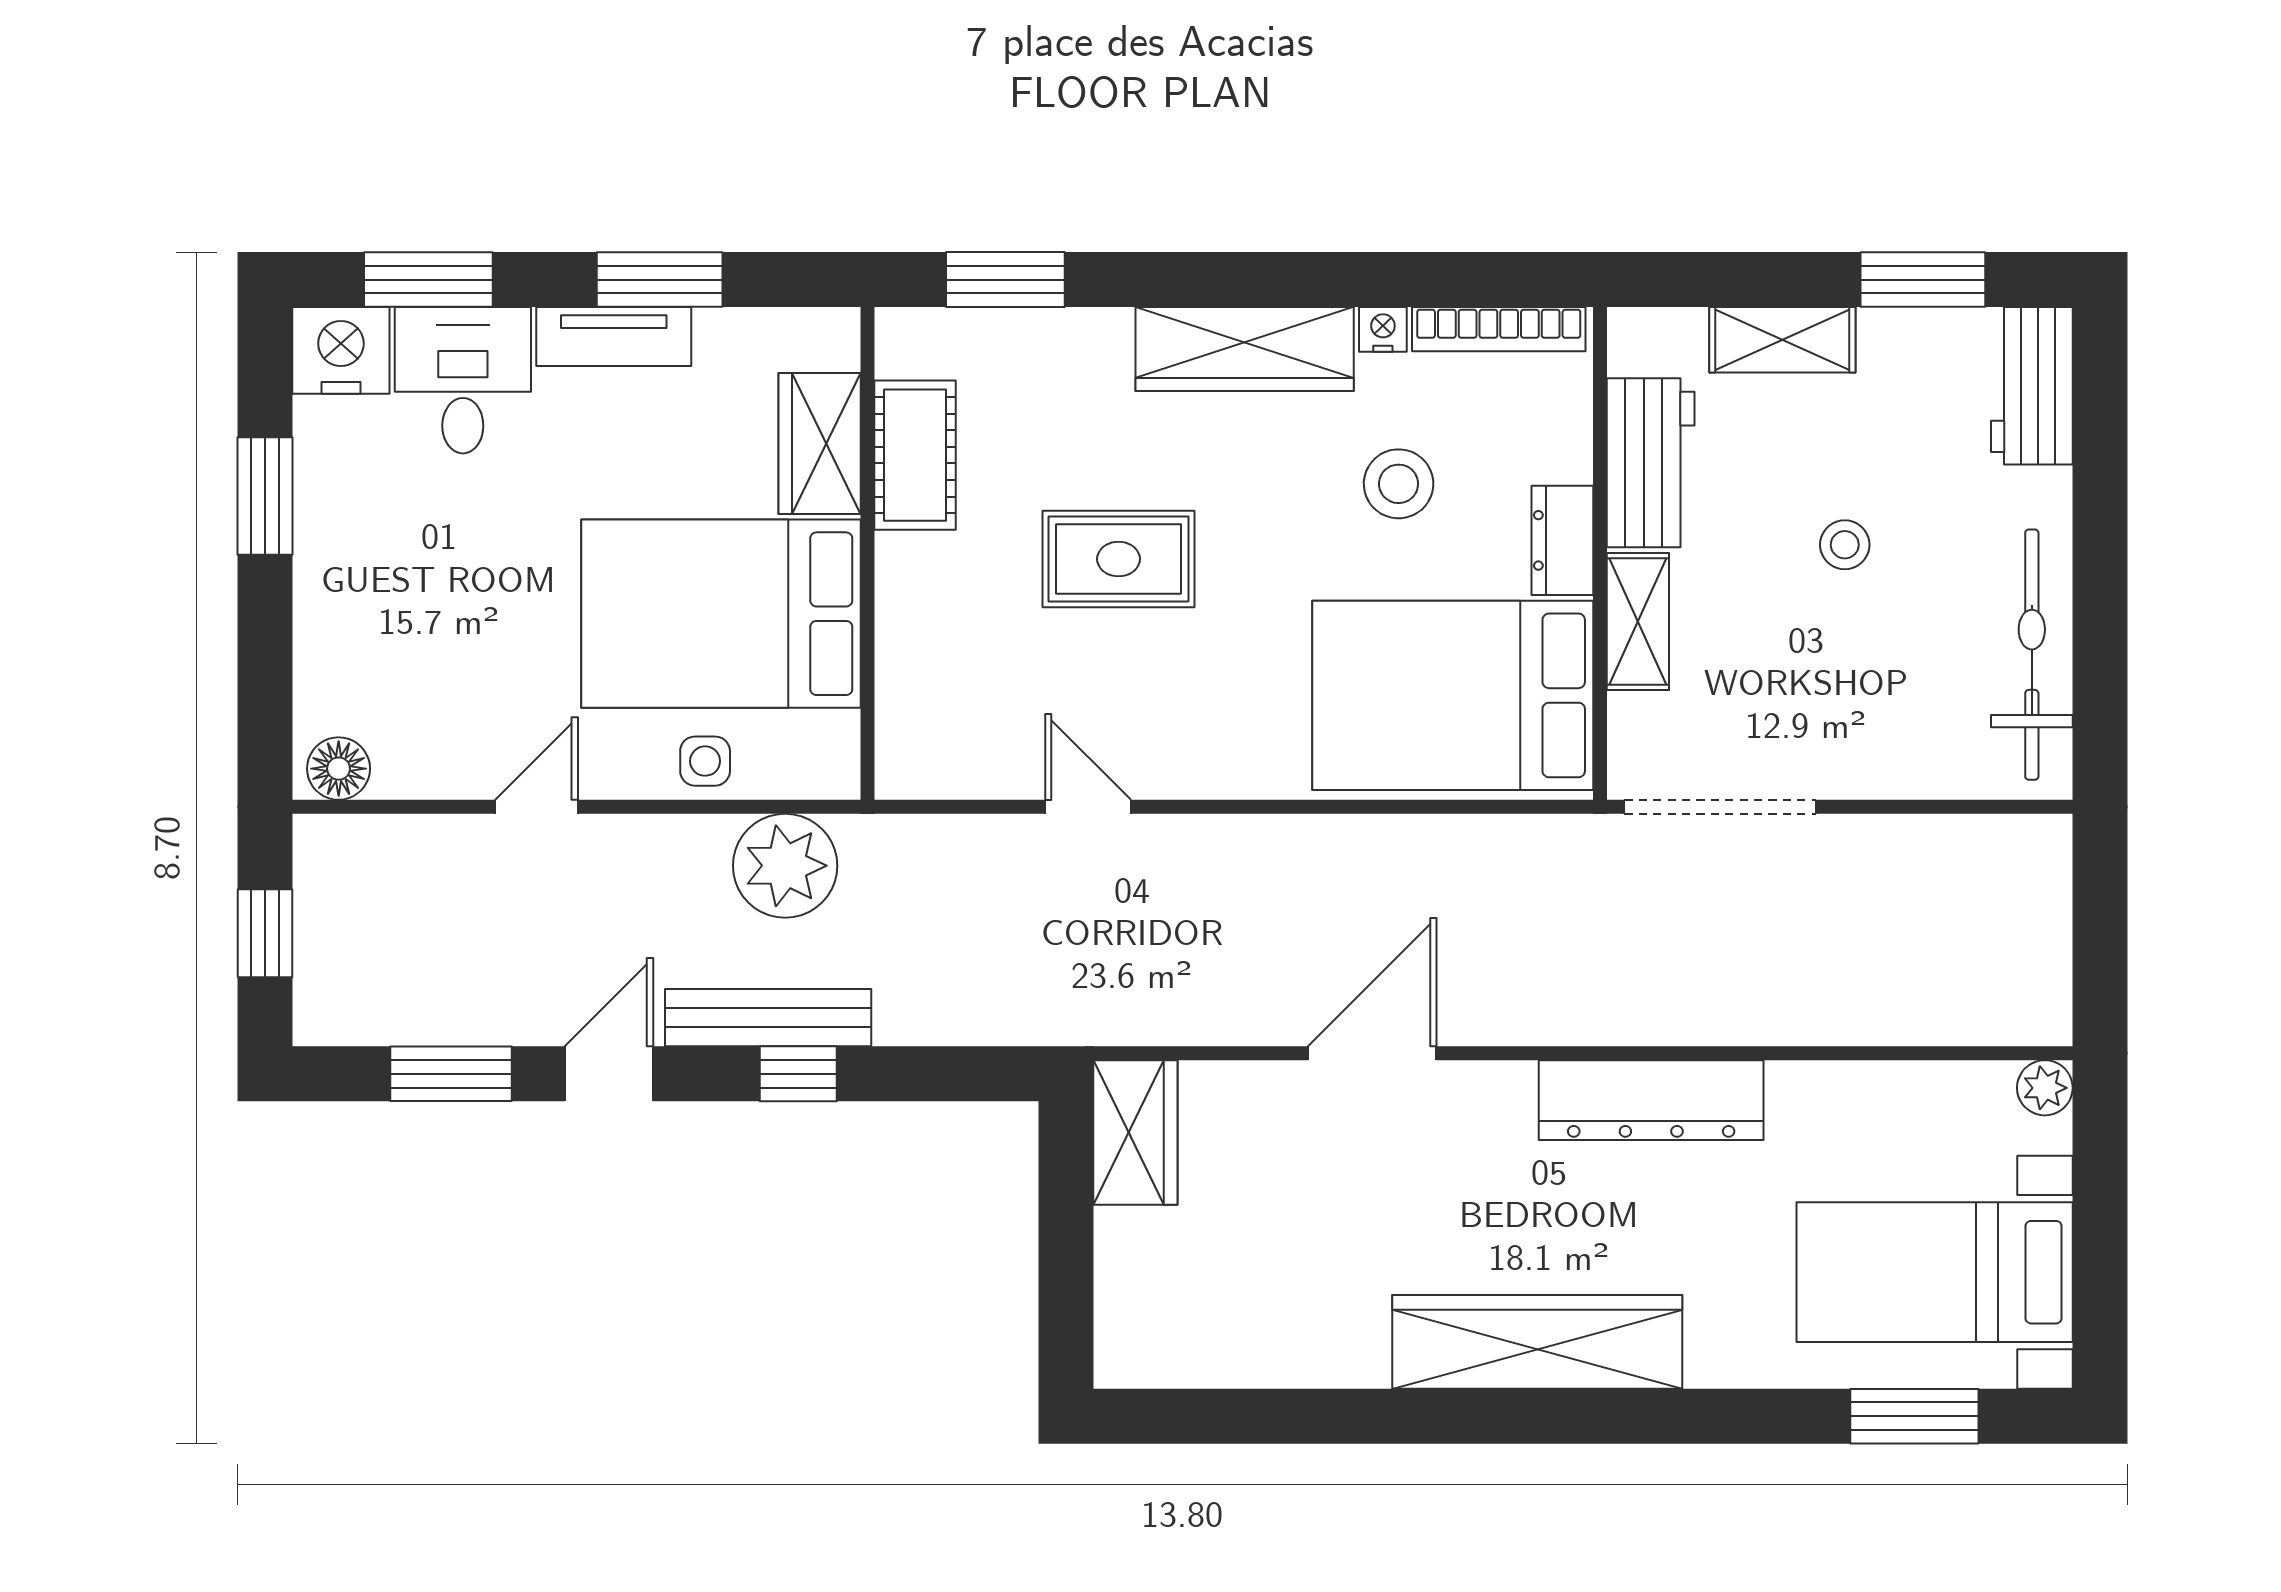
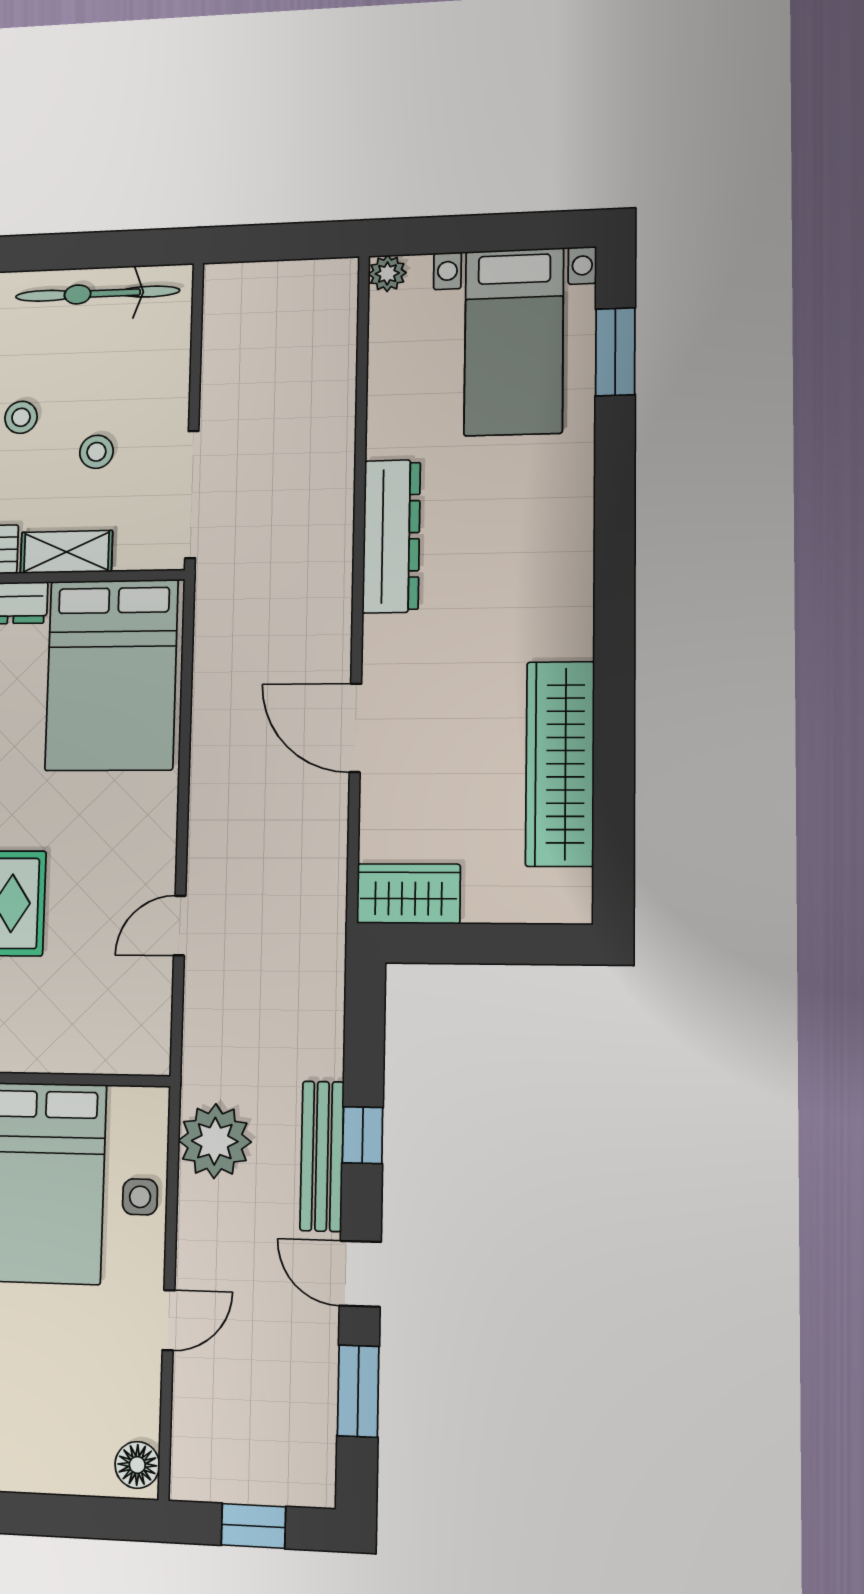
stool: (1789, 662) -> (96, 452), added
door: (537, 807) -> (168, 1320), swing flipped
wardrobe: (1537, 1342) -> (560, 764), moved

